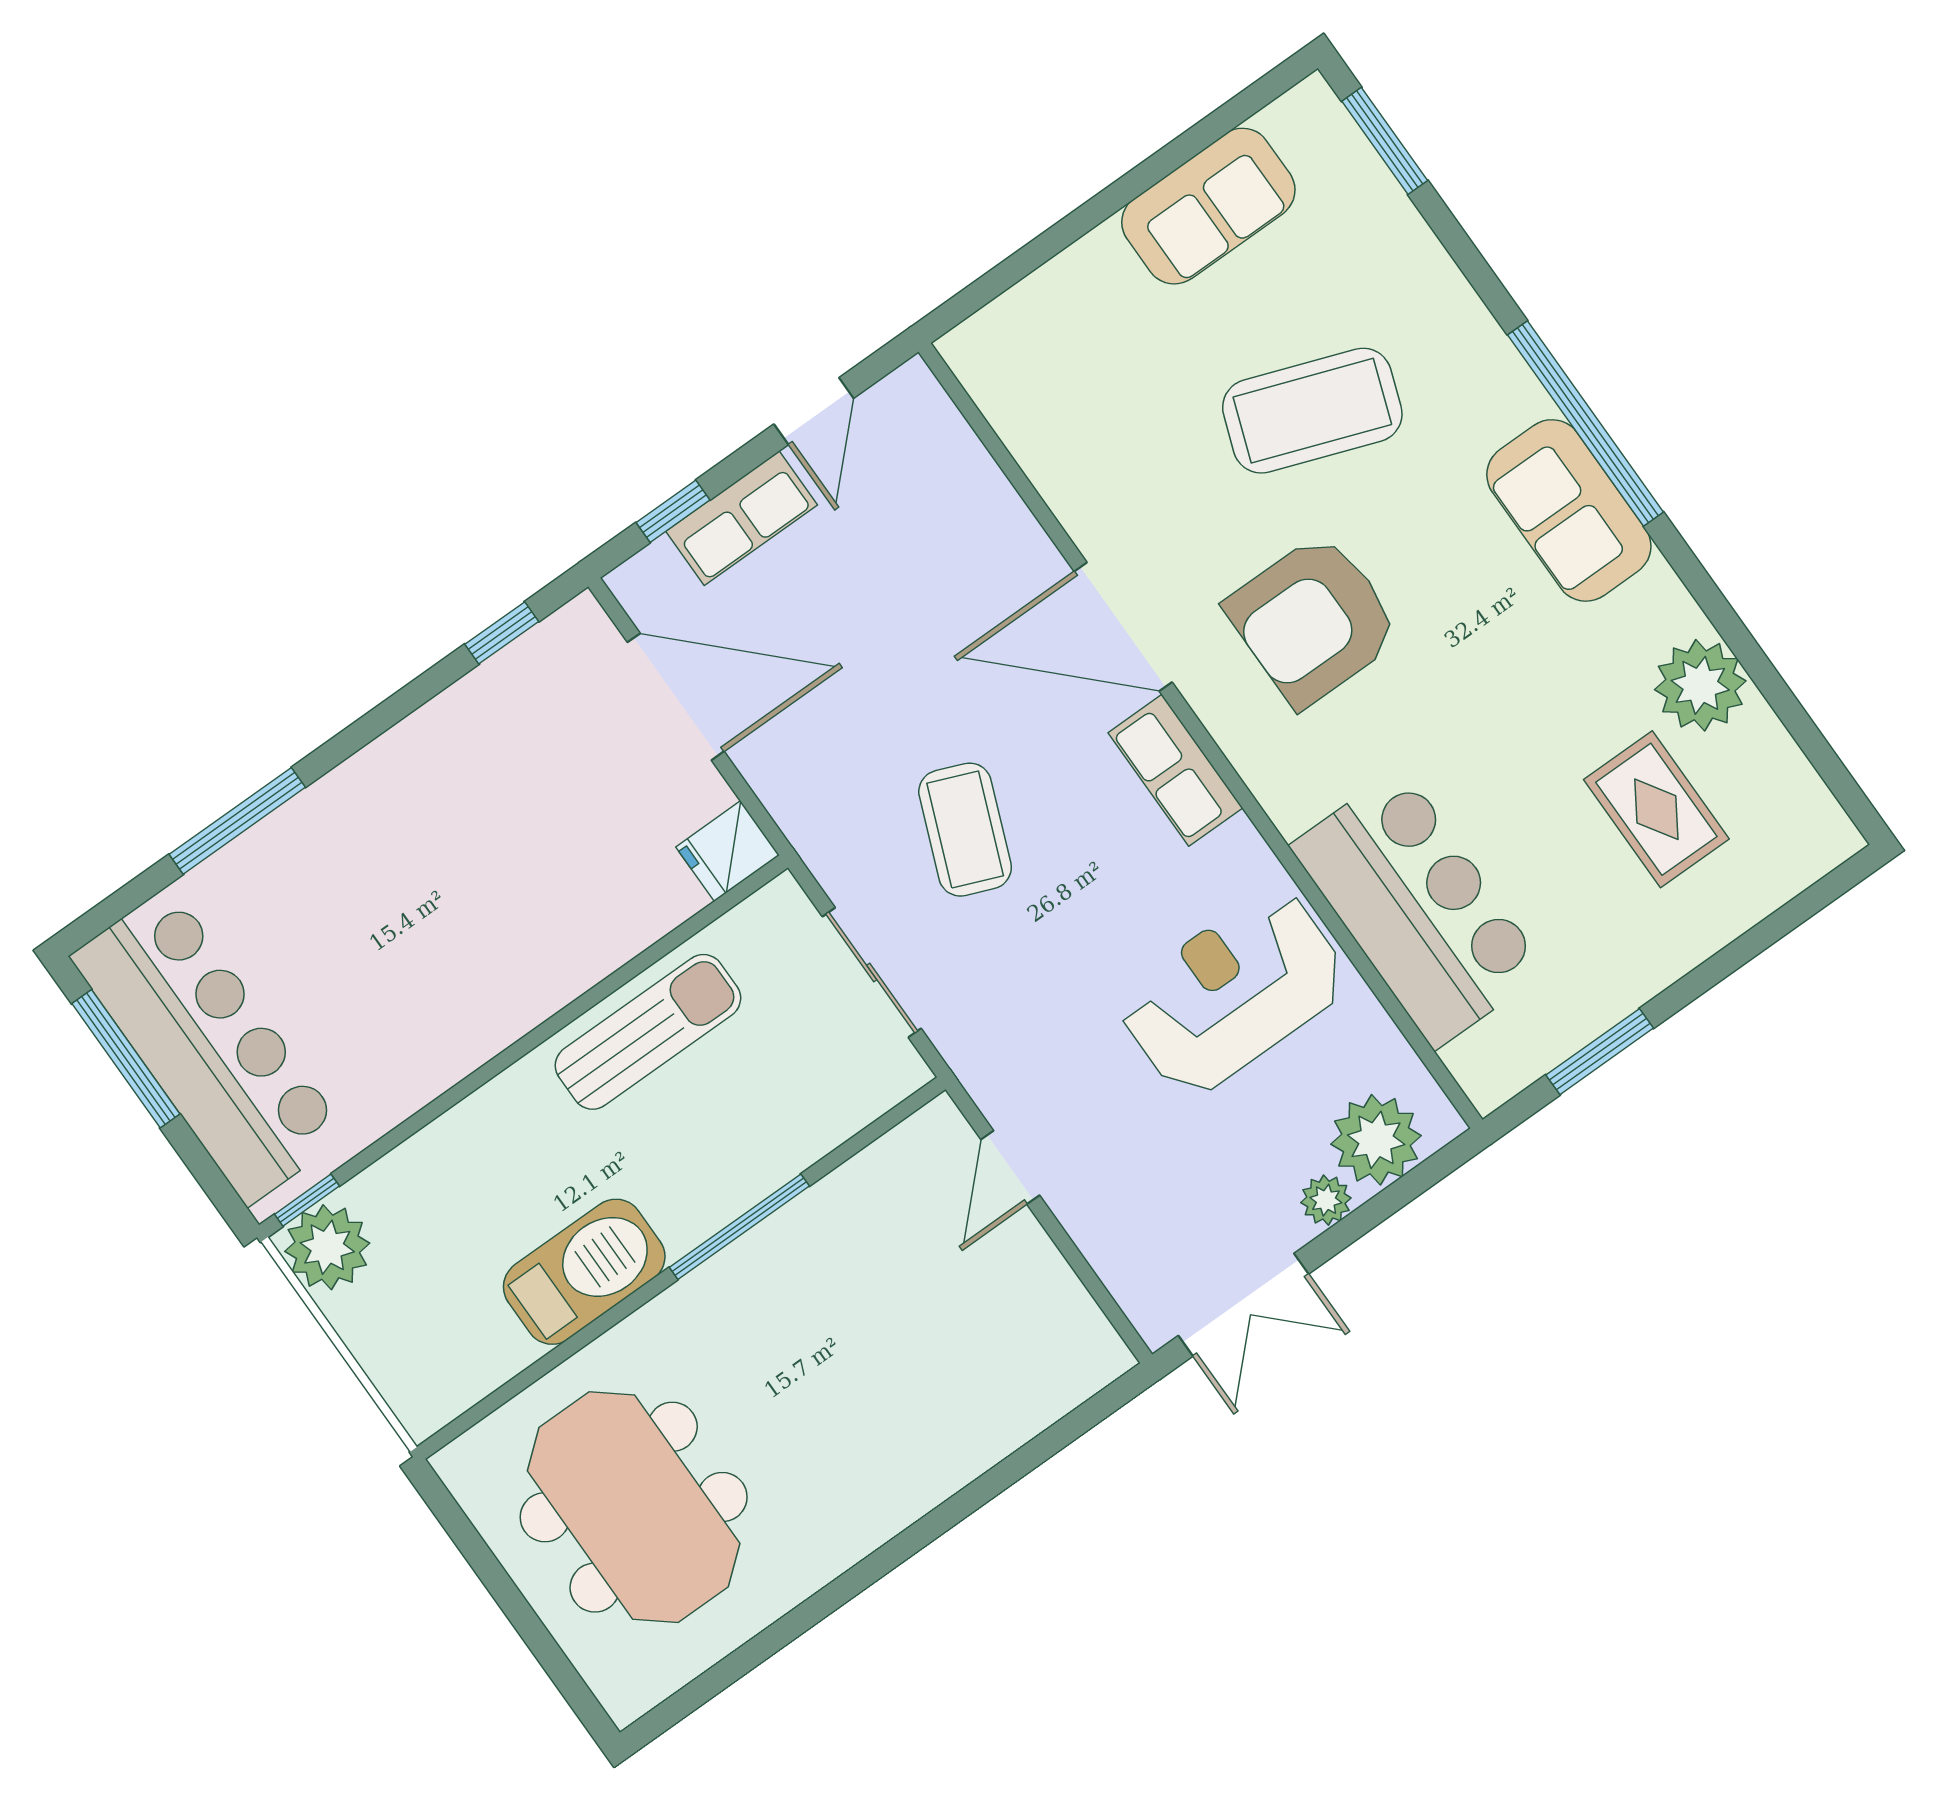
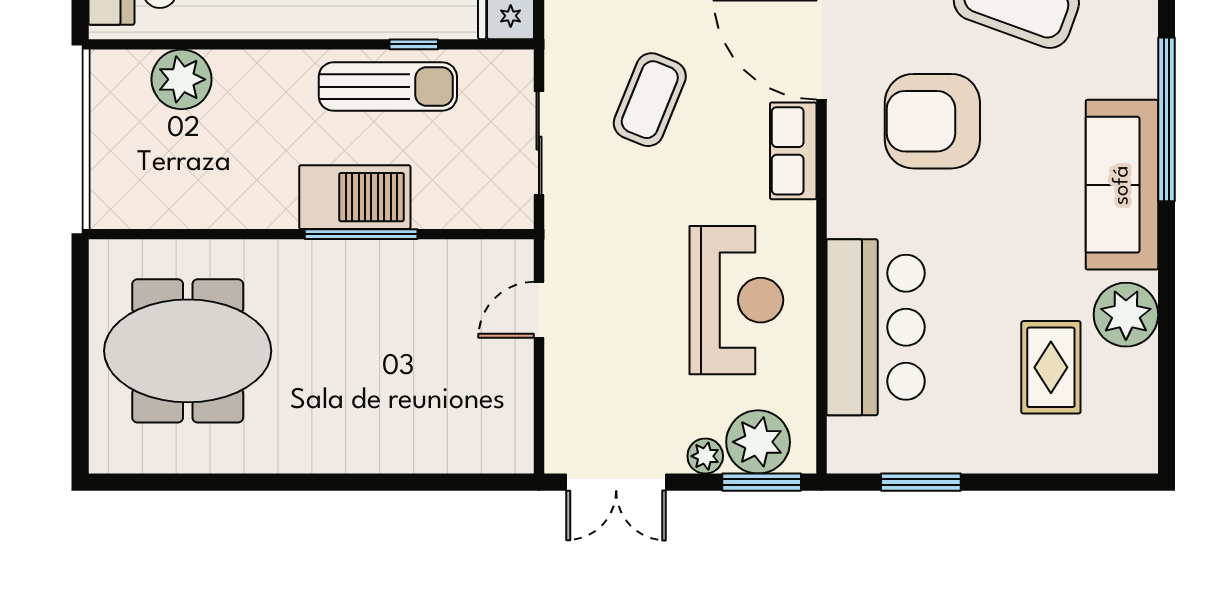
sofa: (1569, 510) -> (1122, 185), width x1.36
reception desk: (1233, 992) -> (736, 300), turned 90
window: (1414, 1184) -> (762, 482), added
window: (307, 1200) -> (414, 44), moved
plant: (327, 1247) -> (181, 79), moved
barbecue: (584, 1272) -> (355, 197), moved
meeting table: (634, 1507) -> (188, 351), turned 90

